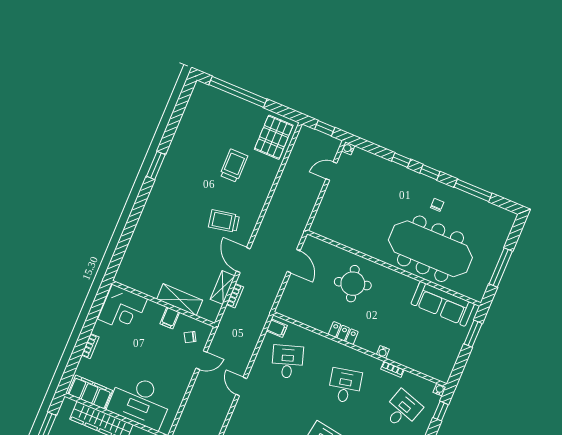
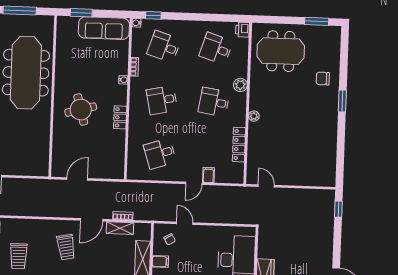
trolley: (234, 166) -> (19, 256), turned -90
round table: (353, 284) -> (81, 110), moved
sofa: (443, 304) -> (104, 28), moved, turned 90
filing cabinet: (277, 328) -> (208, 175), moved

